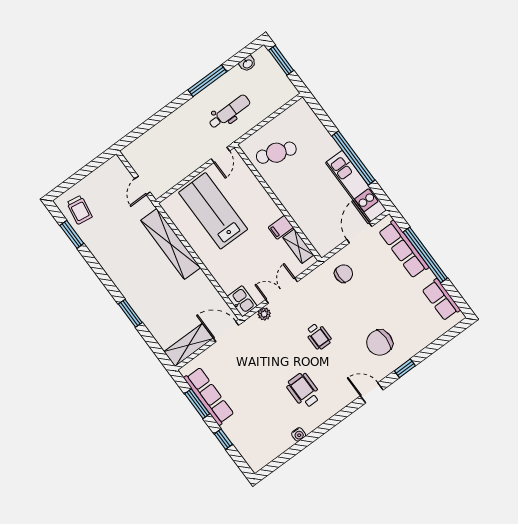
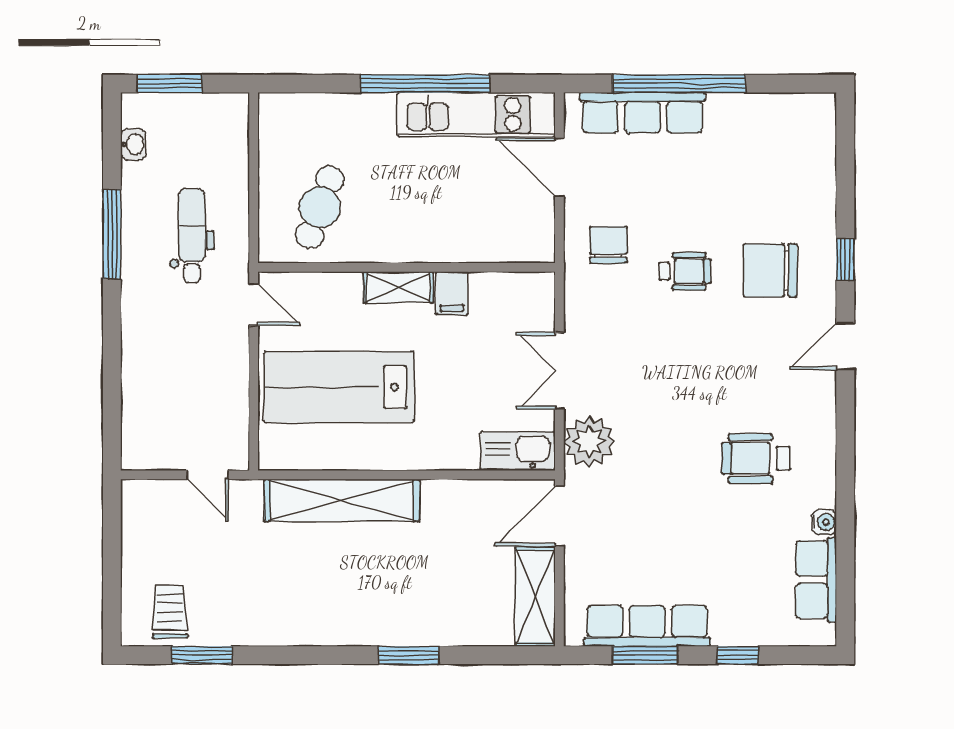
trolley: (79, 210) -> (170, 612), turned -99
shelving: (298, 246) -> (398, 287), moved
row of seats: (441, 300) -> (816, 580), moved, turned 90
kitchen sink: (242, 301) -> (518, 451), width x1.38
plant: (264, 314) -> (589, 441), width x1.88, depth x1.88
wheelchair: (318, 336) -> (685, 271), moved
chair: (380, 343) -> (770, 270), turned 90

